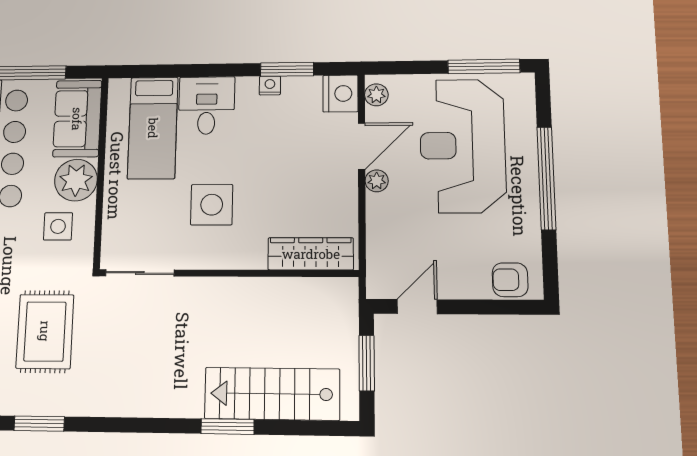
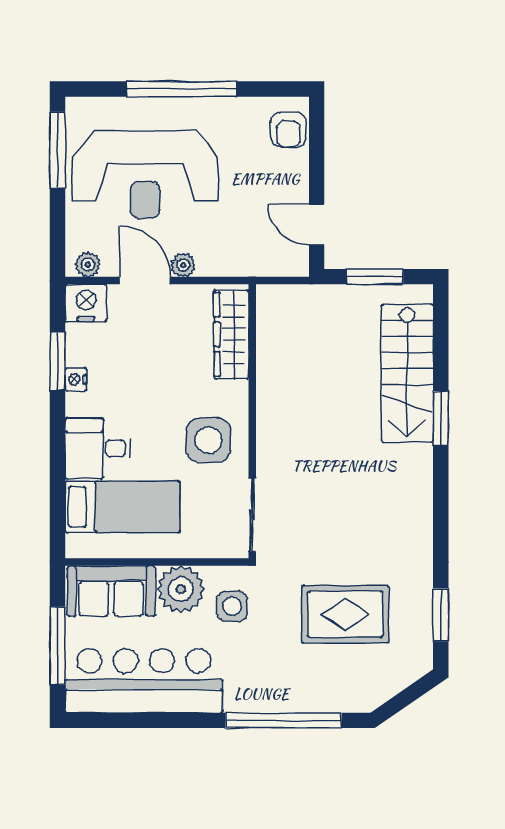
wardrobe: (311, 254) -> (231, 334), moved
sliding door: (140, 273) -> (252, 515), moved
wall: (228, 273) -> (252, 421), moved

